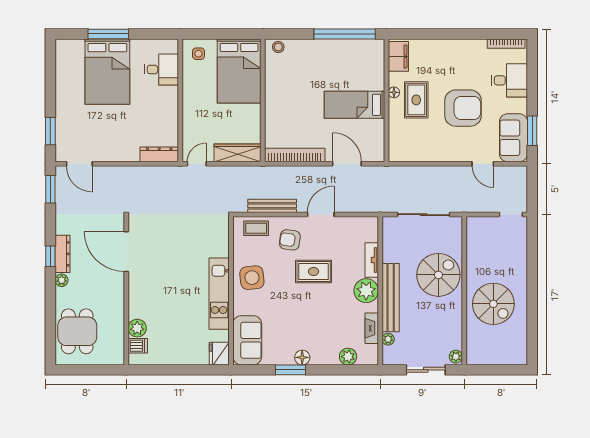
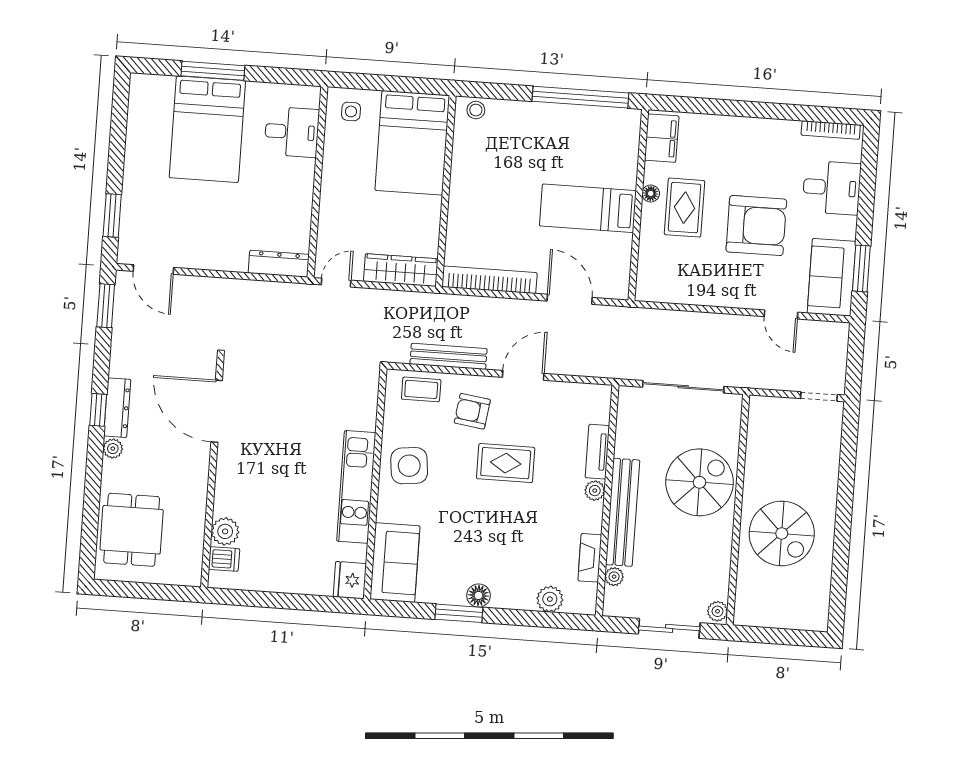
plant: (366, 291) -> (595, 491), width x0.53, depth x0.53

